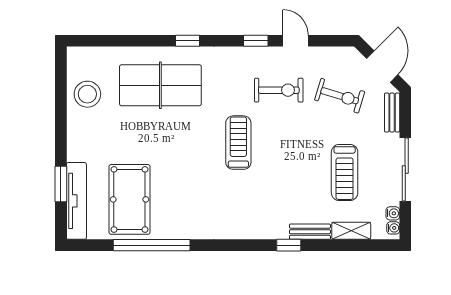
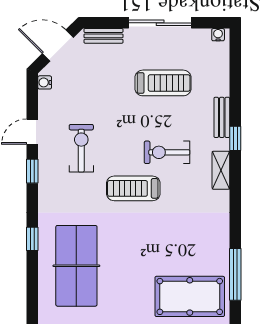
exercise bike: (340, 96) -> (167, 152), moved, turned -107
water cooler: (393, 213) -> (45, 82), moved, turned -90
shelving: (351, 231) -> (221, 170), moved
window: (152, 245) -> (235, 274), width x0.68

